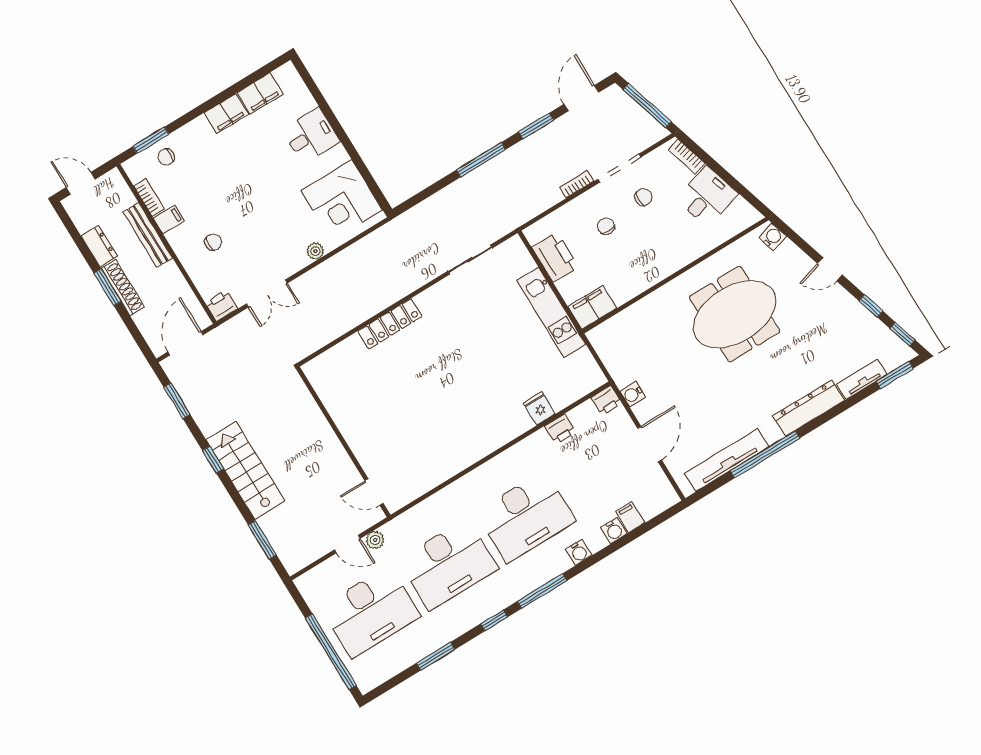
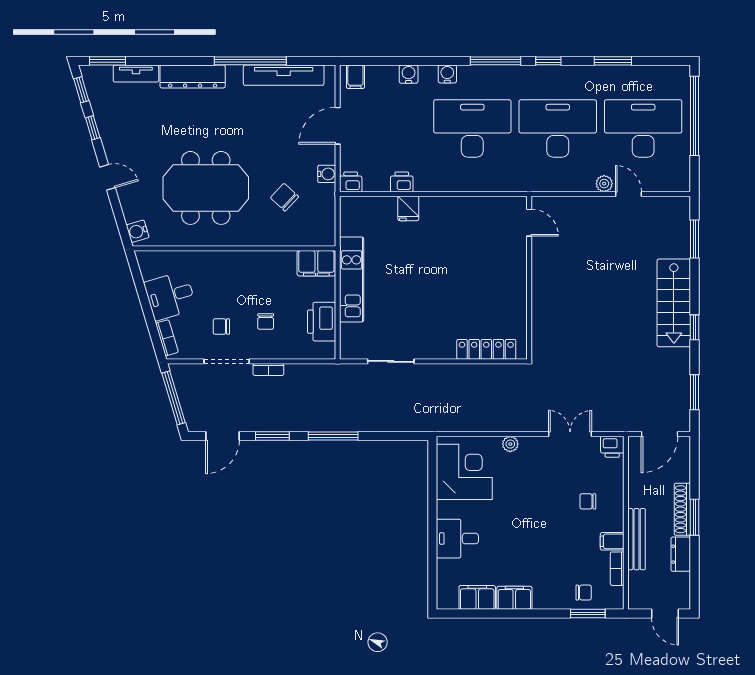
chair: (658, 350) -> (285, 197), added
wall: (343, 442) -> (529, 278), moved
door: (374, 492) -> (529, 223), moved
filing cabinet: (630, 517) -> (355, 77), moved

